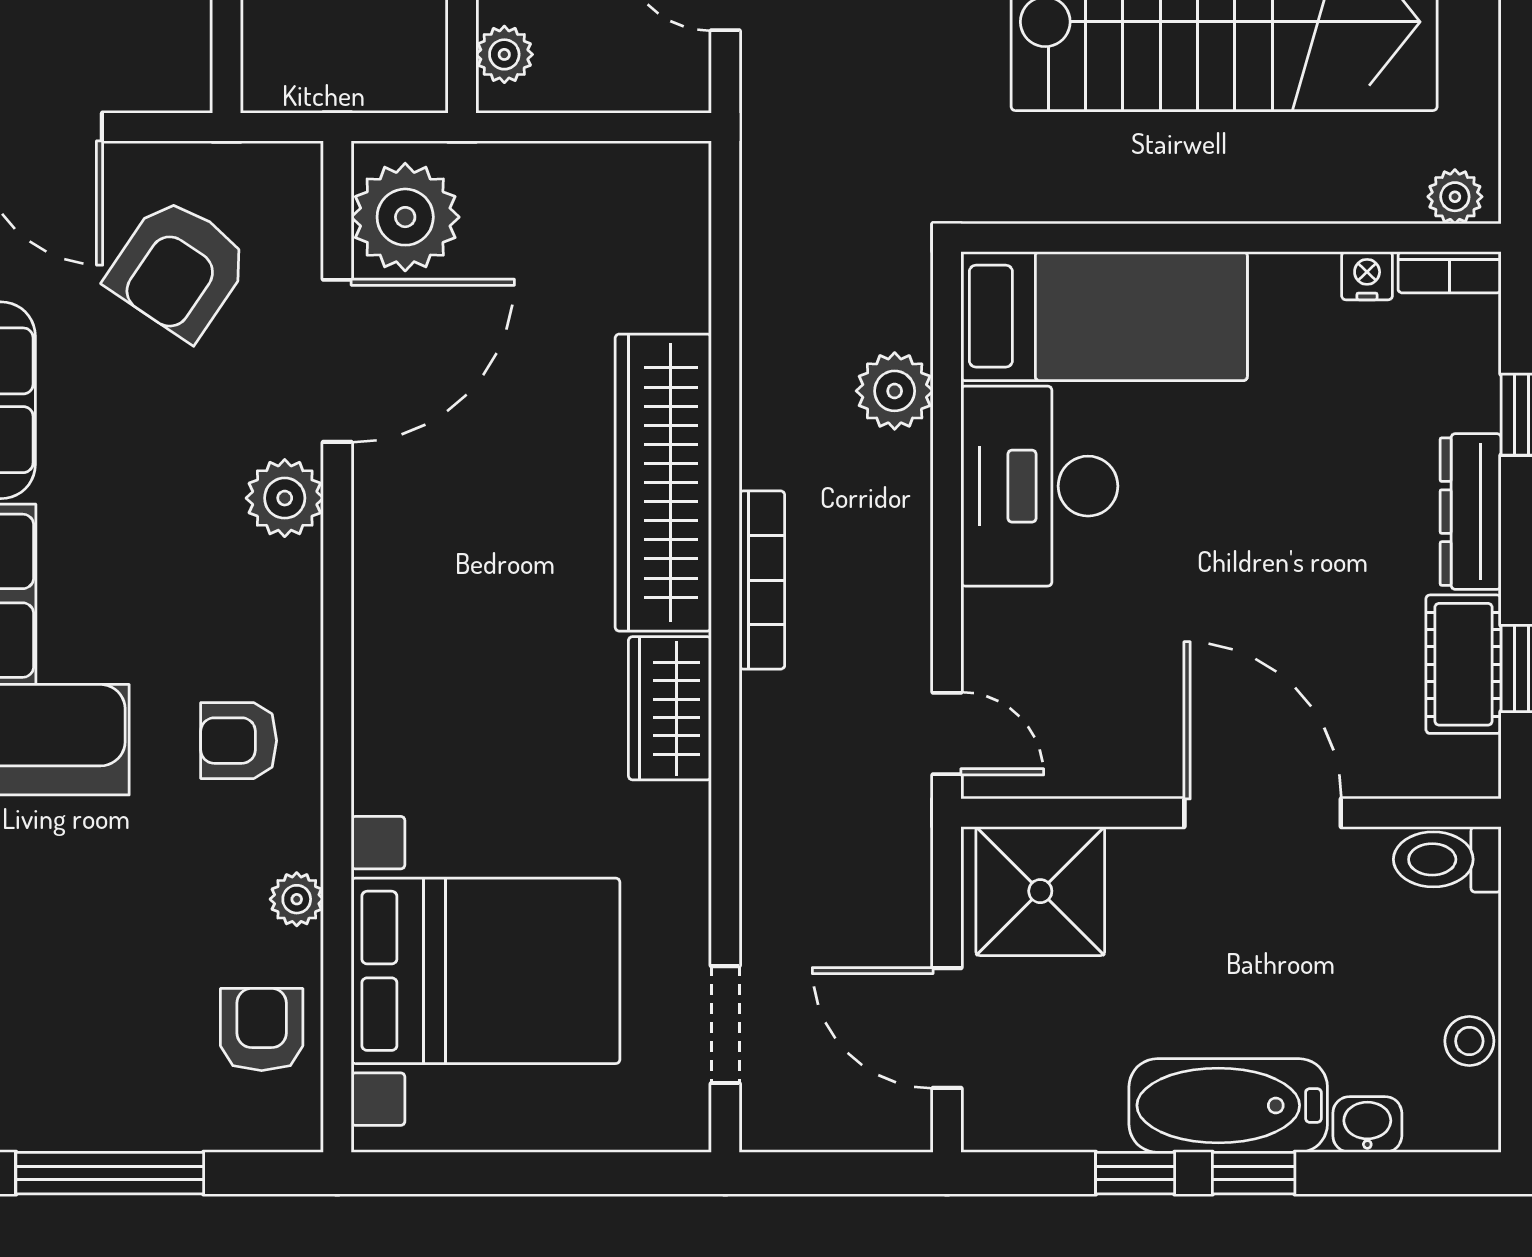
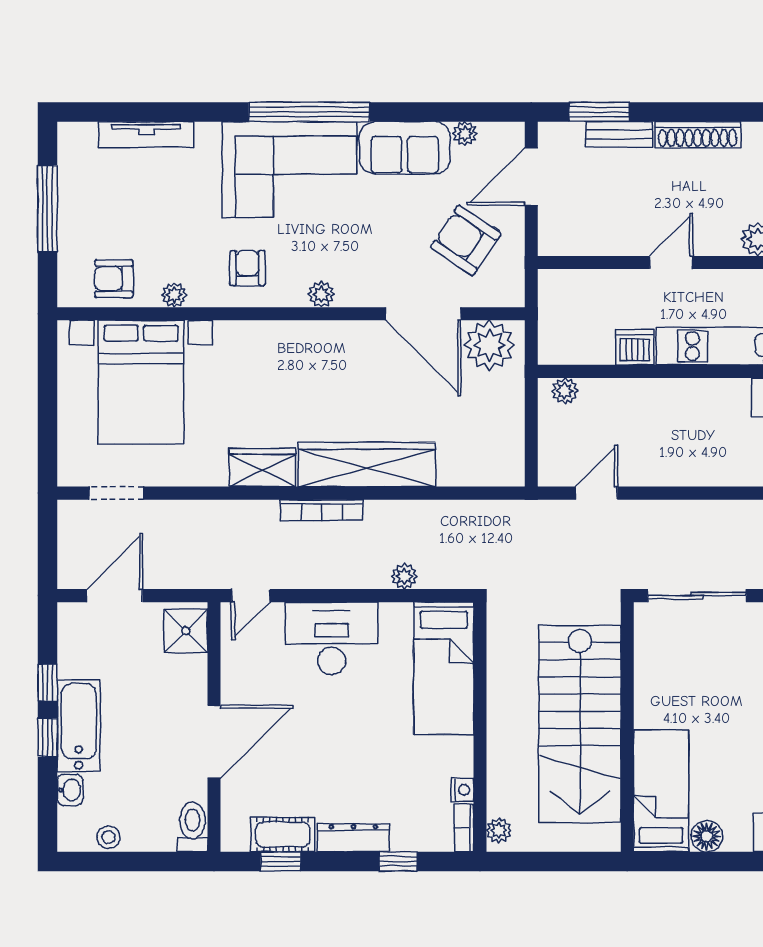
plant: (895, 391) -> (404, 576), width x0.73, depth x0.73
desk: (1039, 486) -> (332, 638), moved
plant: (285, 498) -> (321, 294), moved, width x0.73, depth x0.73
shower: (1040, 891) -> (186, 631), width x0.73, depth x0.73
armchair: (262, 1030) -> (114, 279), turned 180

